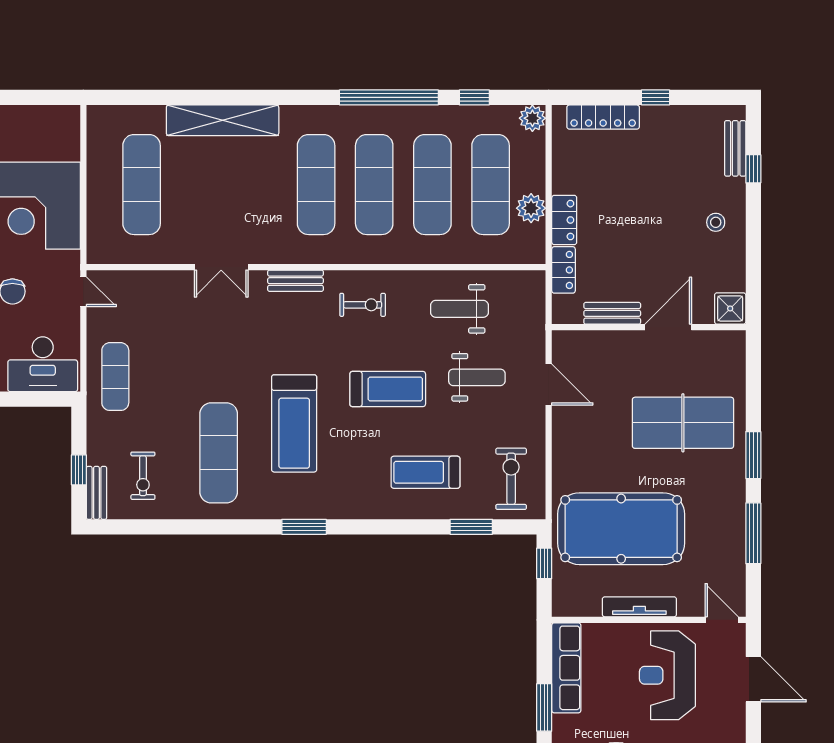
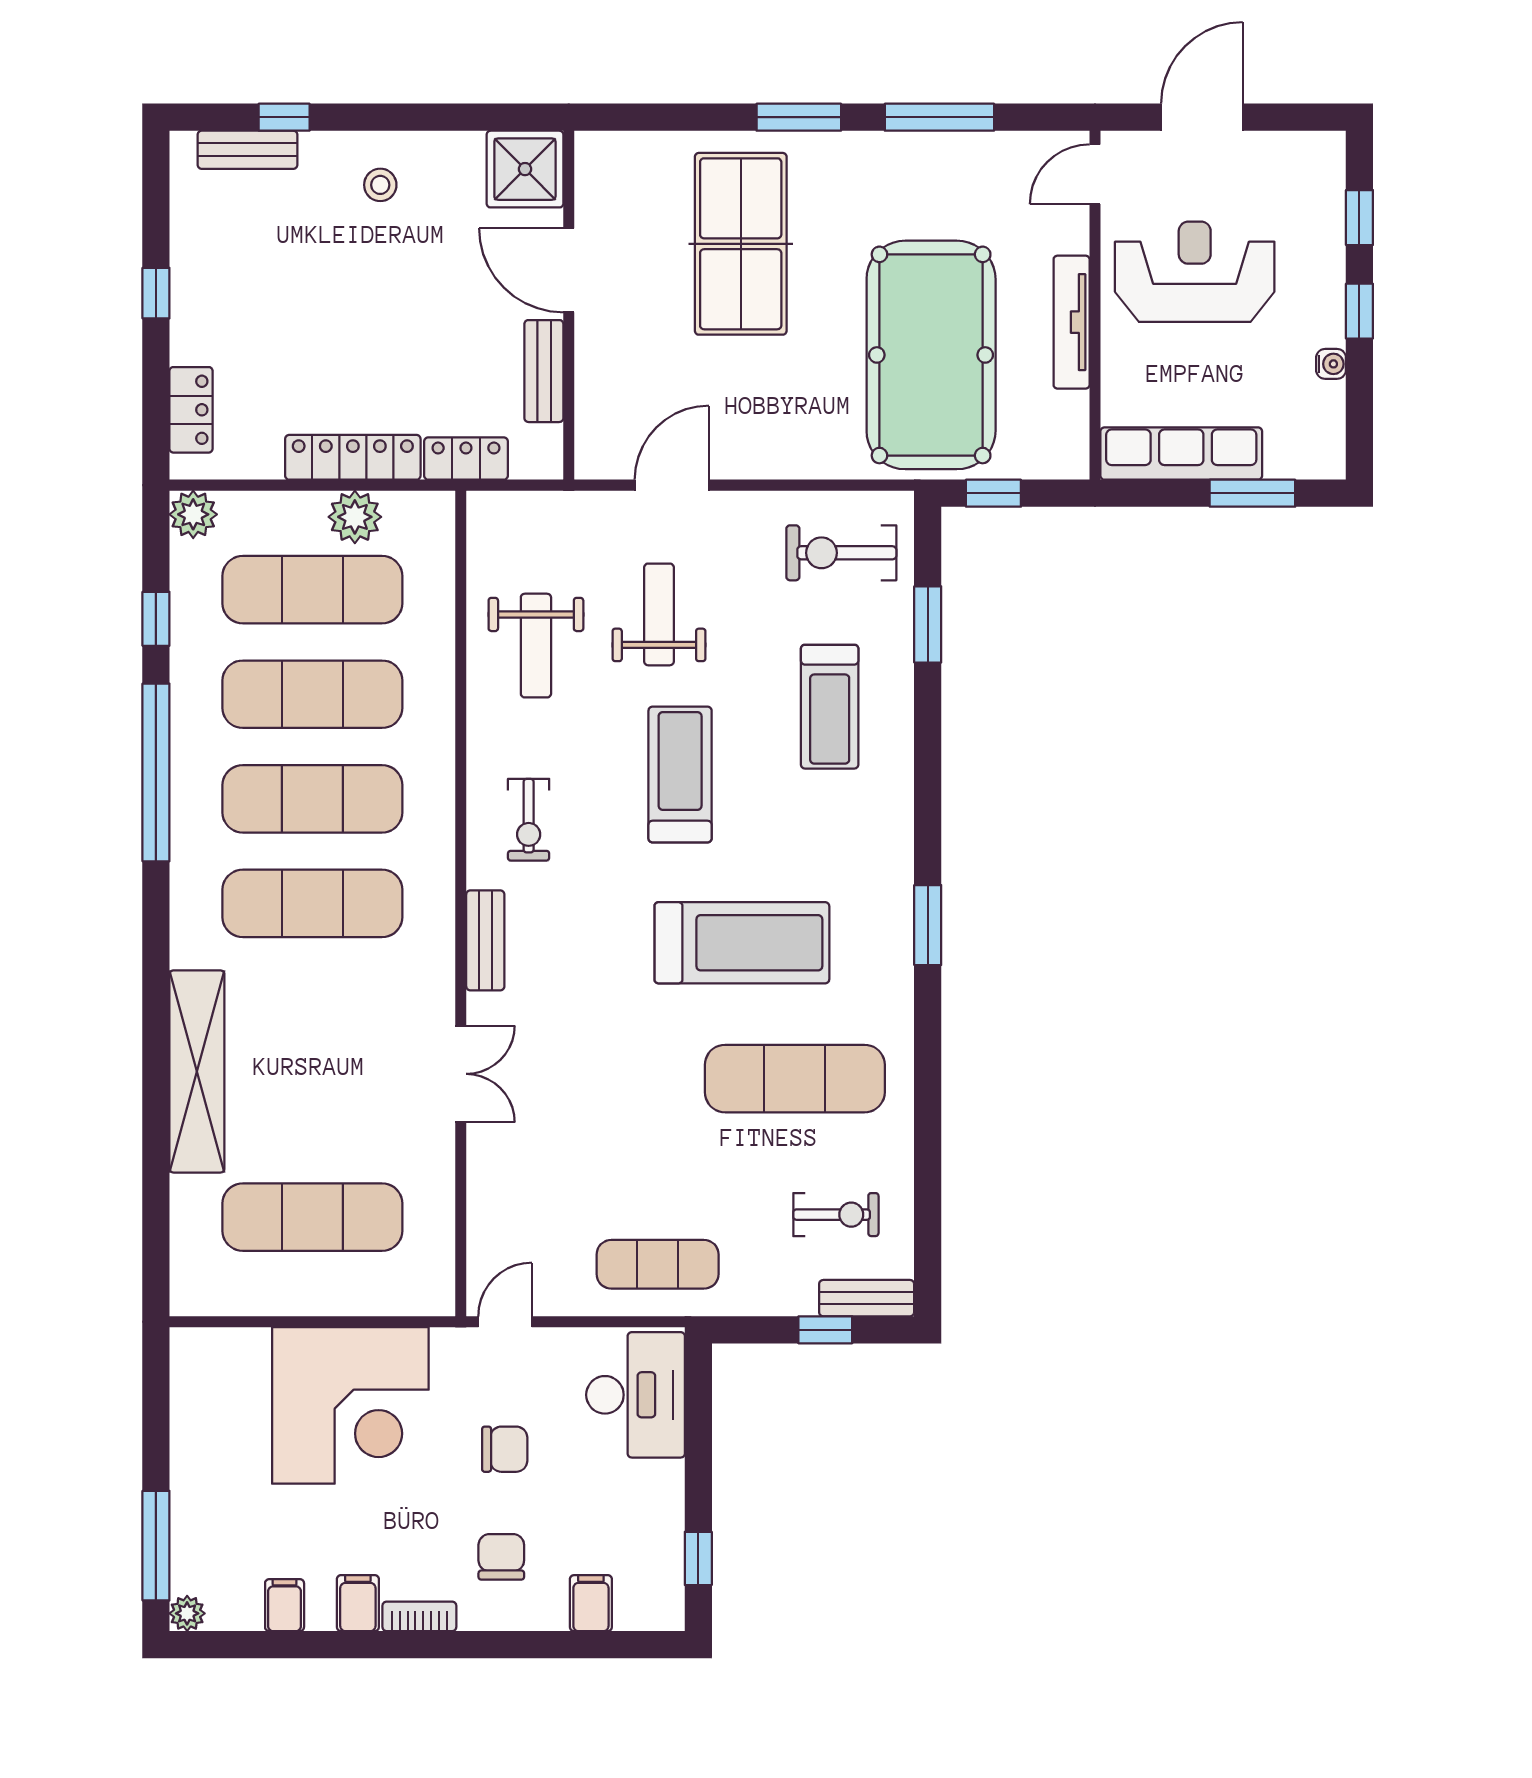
locker: (603, 117) -> (191, 410), width x0.66
locker: (564, 220) -> (353, 457), width x1.53
exercise bike: (363, 305) -> (529, 820), turned 180
shower: (730, 308) -> (525, 169), width x1.36, depth x1.36
reception desk: (667, 675) -> (1195, 272), turned 180

